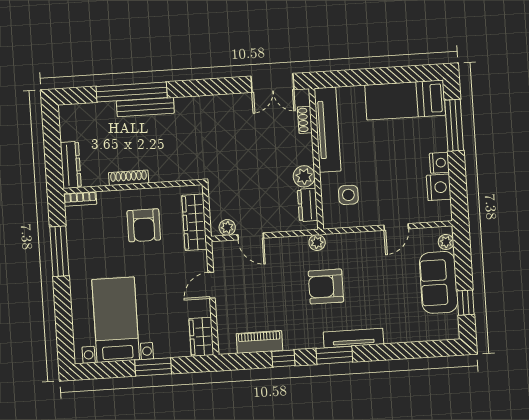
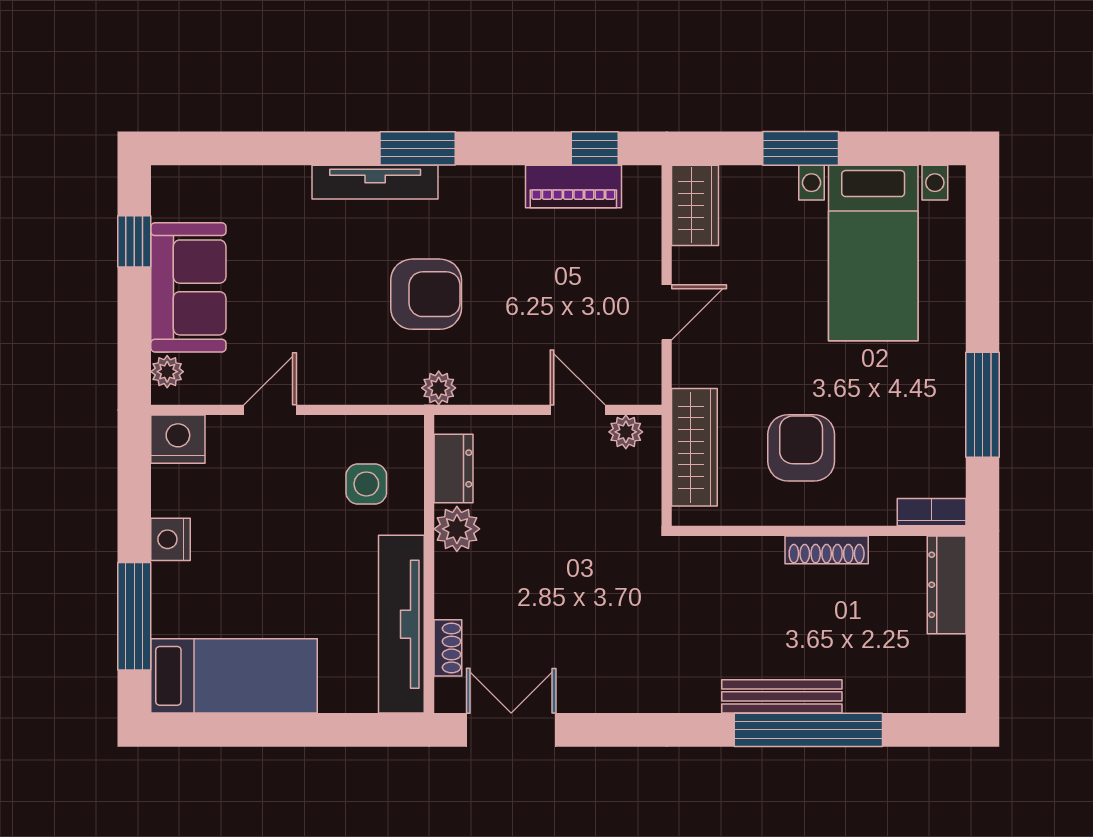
nightstand: (439, 187) -> (178, 439), moved, turned 90
window: (283, 359) -> (595, 148), moved

